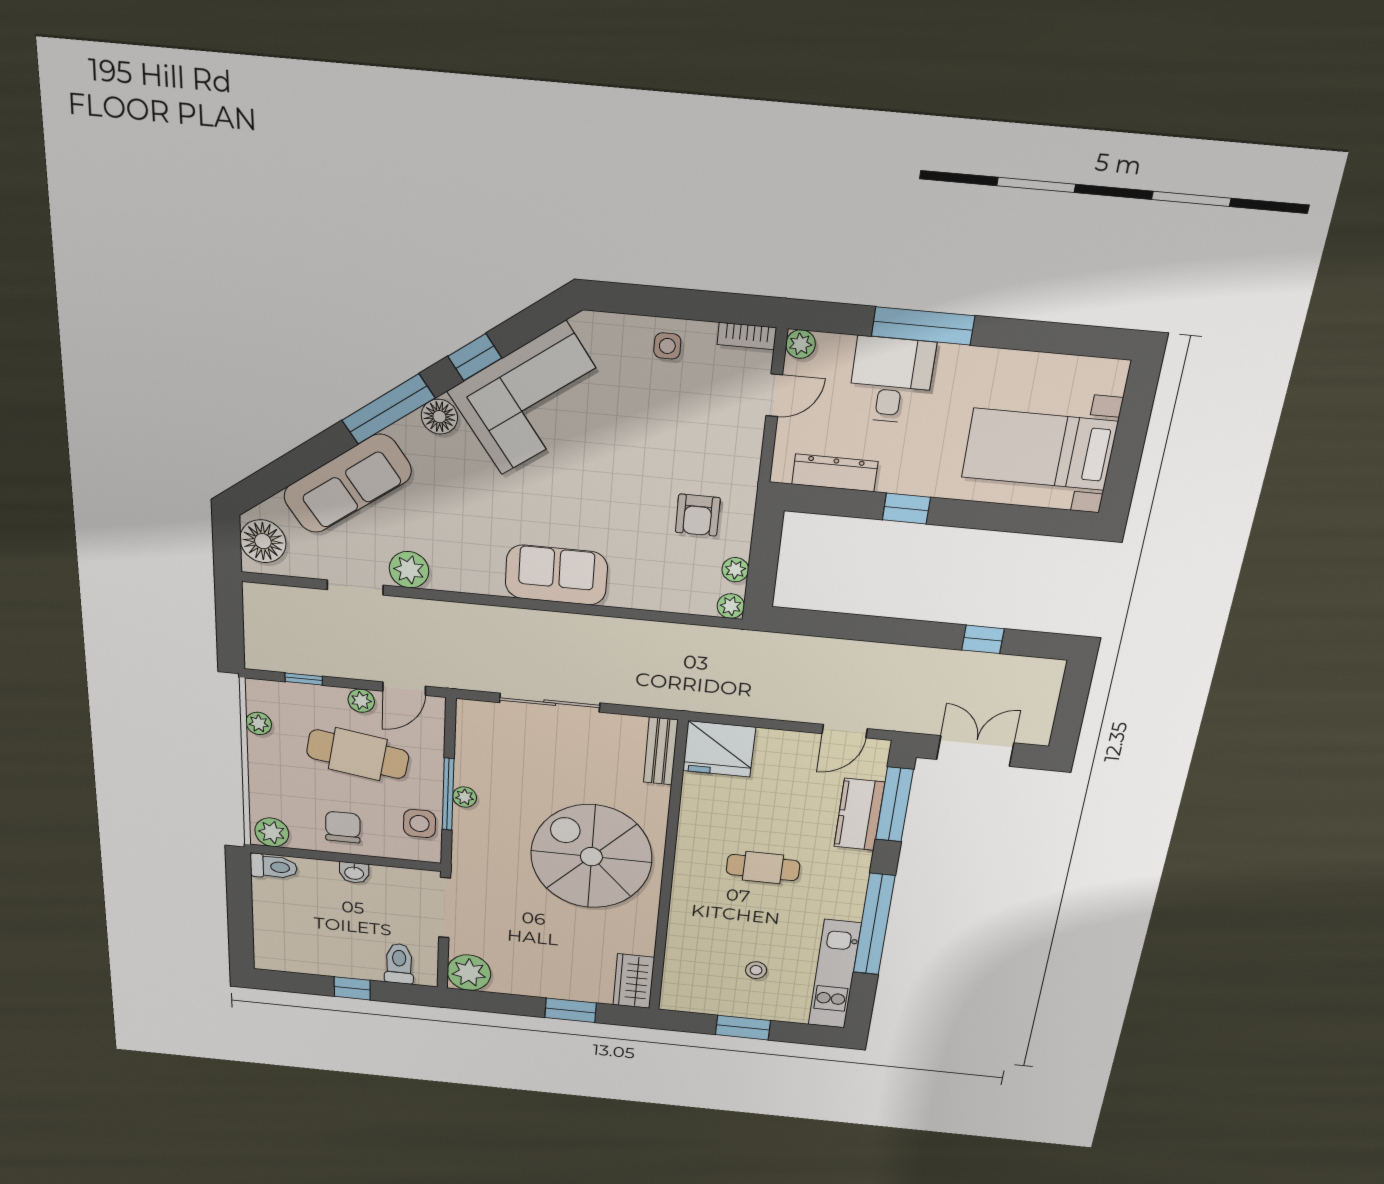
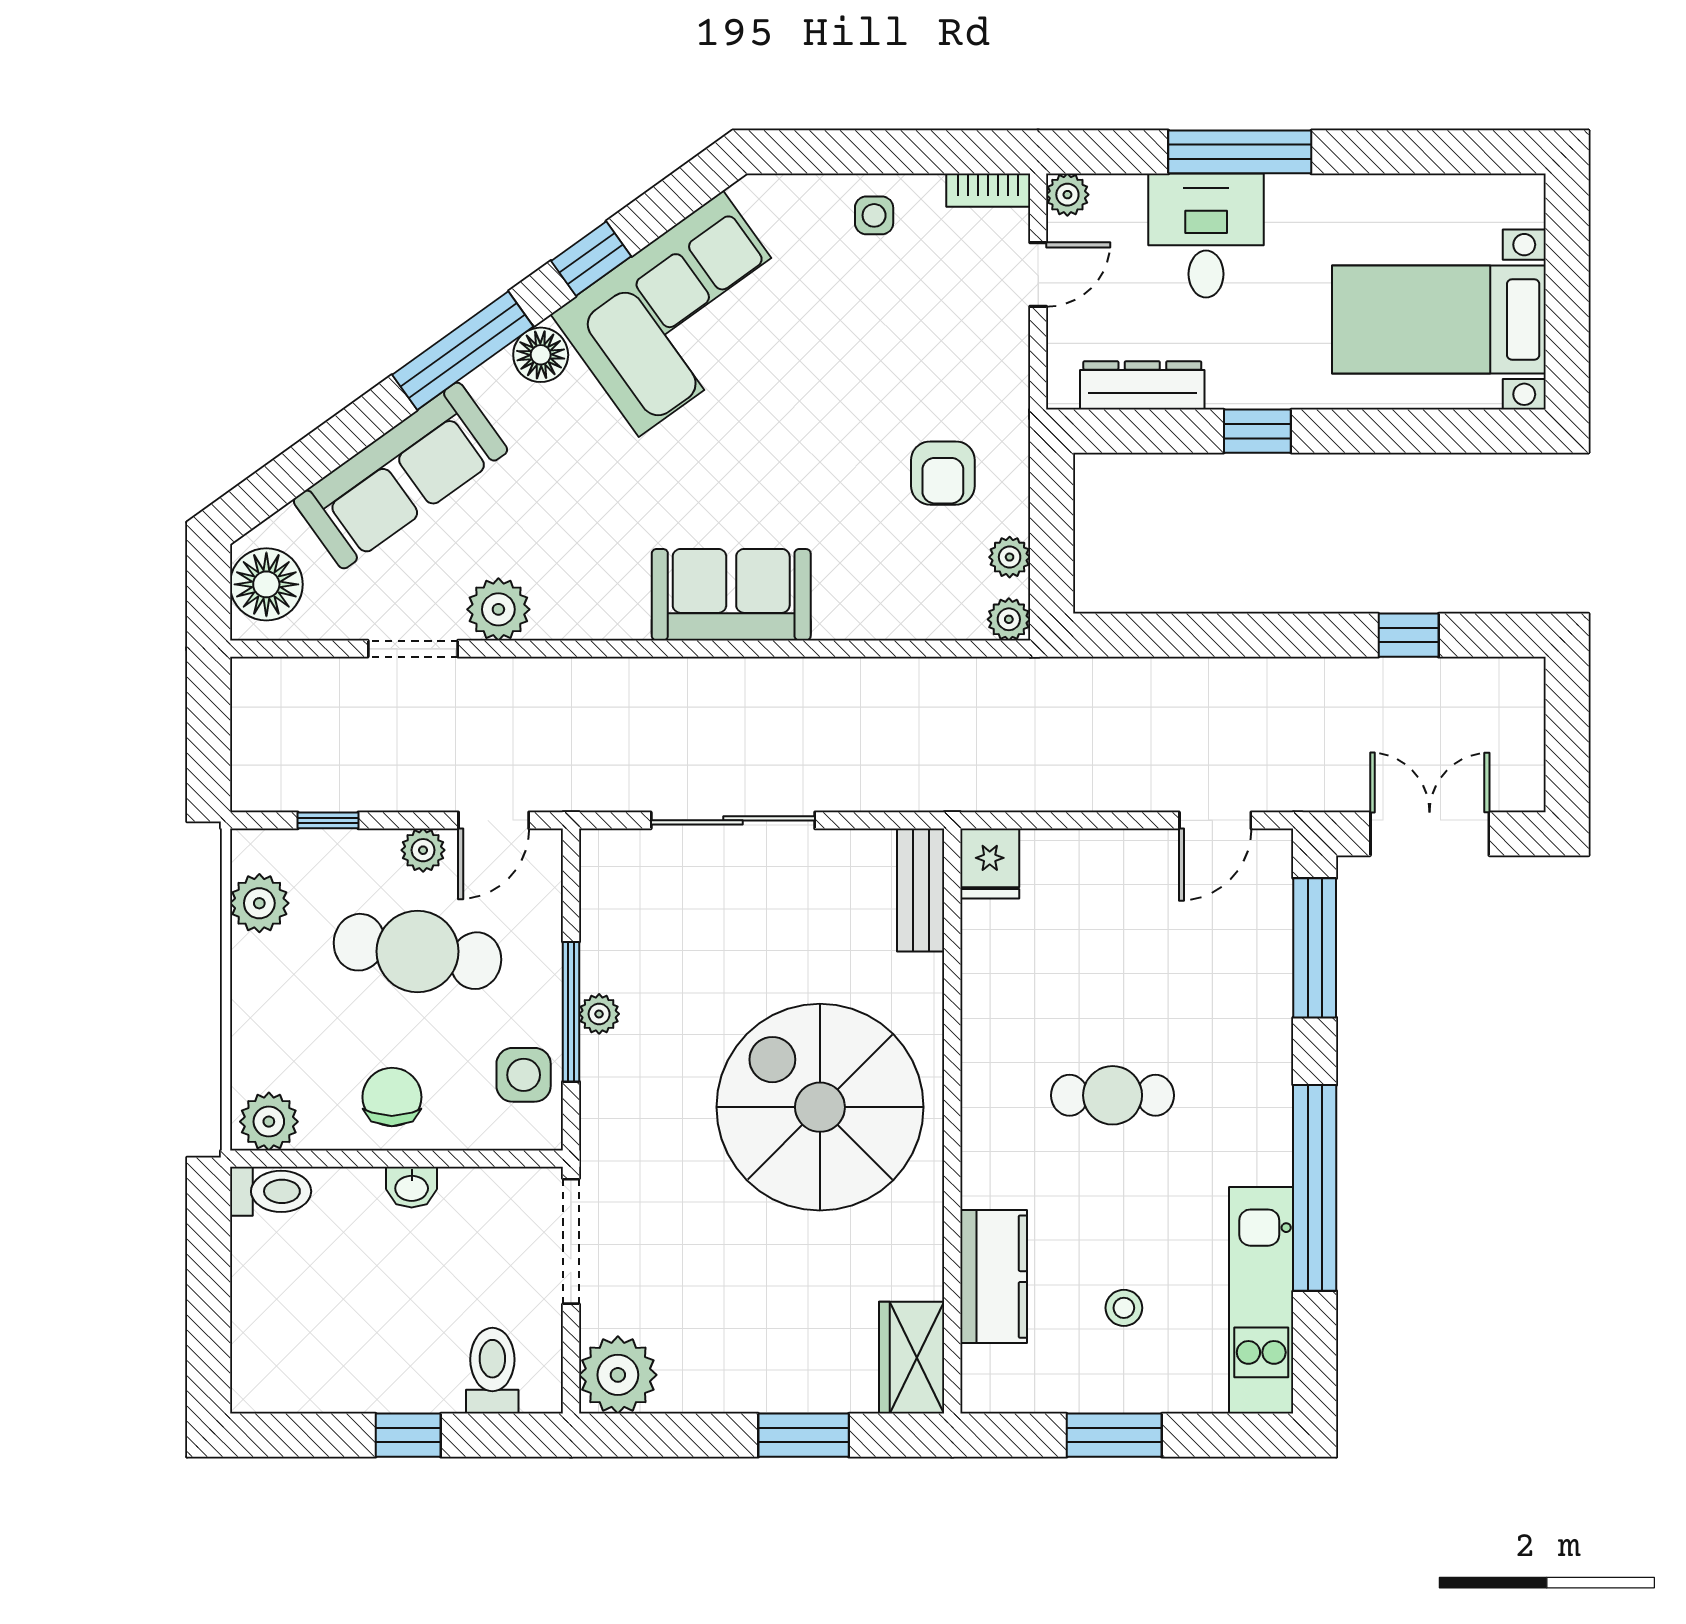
plant: (259, 723) -> (259, 903), width x1.38, depth x1.38
fridge: (719, 749) -> (990, 864), width x0.53, depth x0.75
kitchen counter: (859, 814) -> (994, 1277), moved, turned 180

